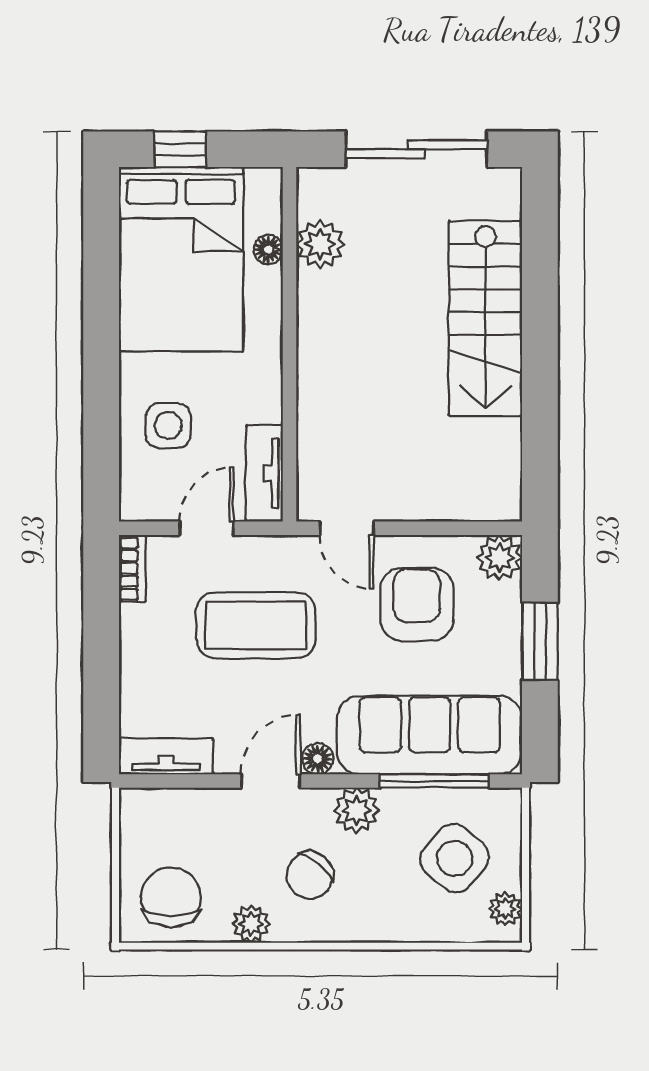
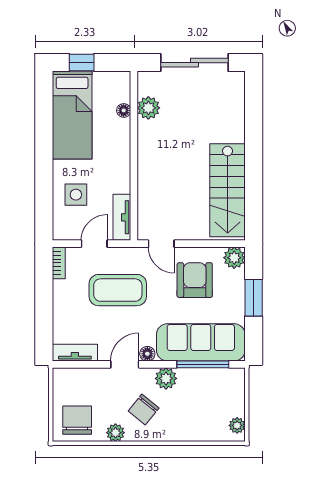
bed: (181, 259) -> (72, 115), width x0.67
stairs: (485, 319) -> (228, 190), moved
side table: (455, 858) -> (213, 401), removed

